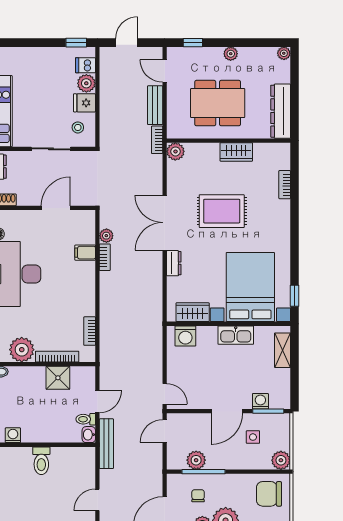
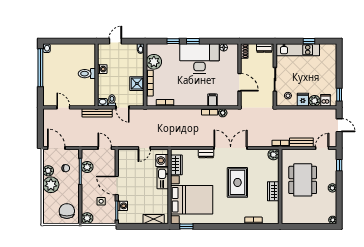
dresser: (281, 111) -> (298, 218), removed
kitchen sink: (236, 335) -> (163, 178), moved
door: (165, 394) -> (144, 148), moved
washing machine: (13, 435) -> (102, 69), moved

